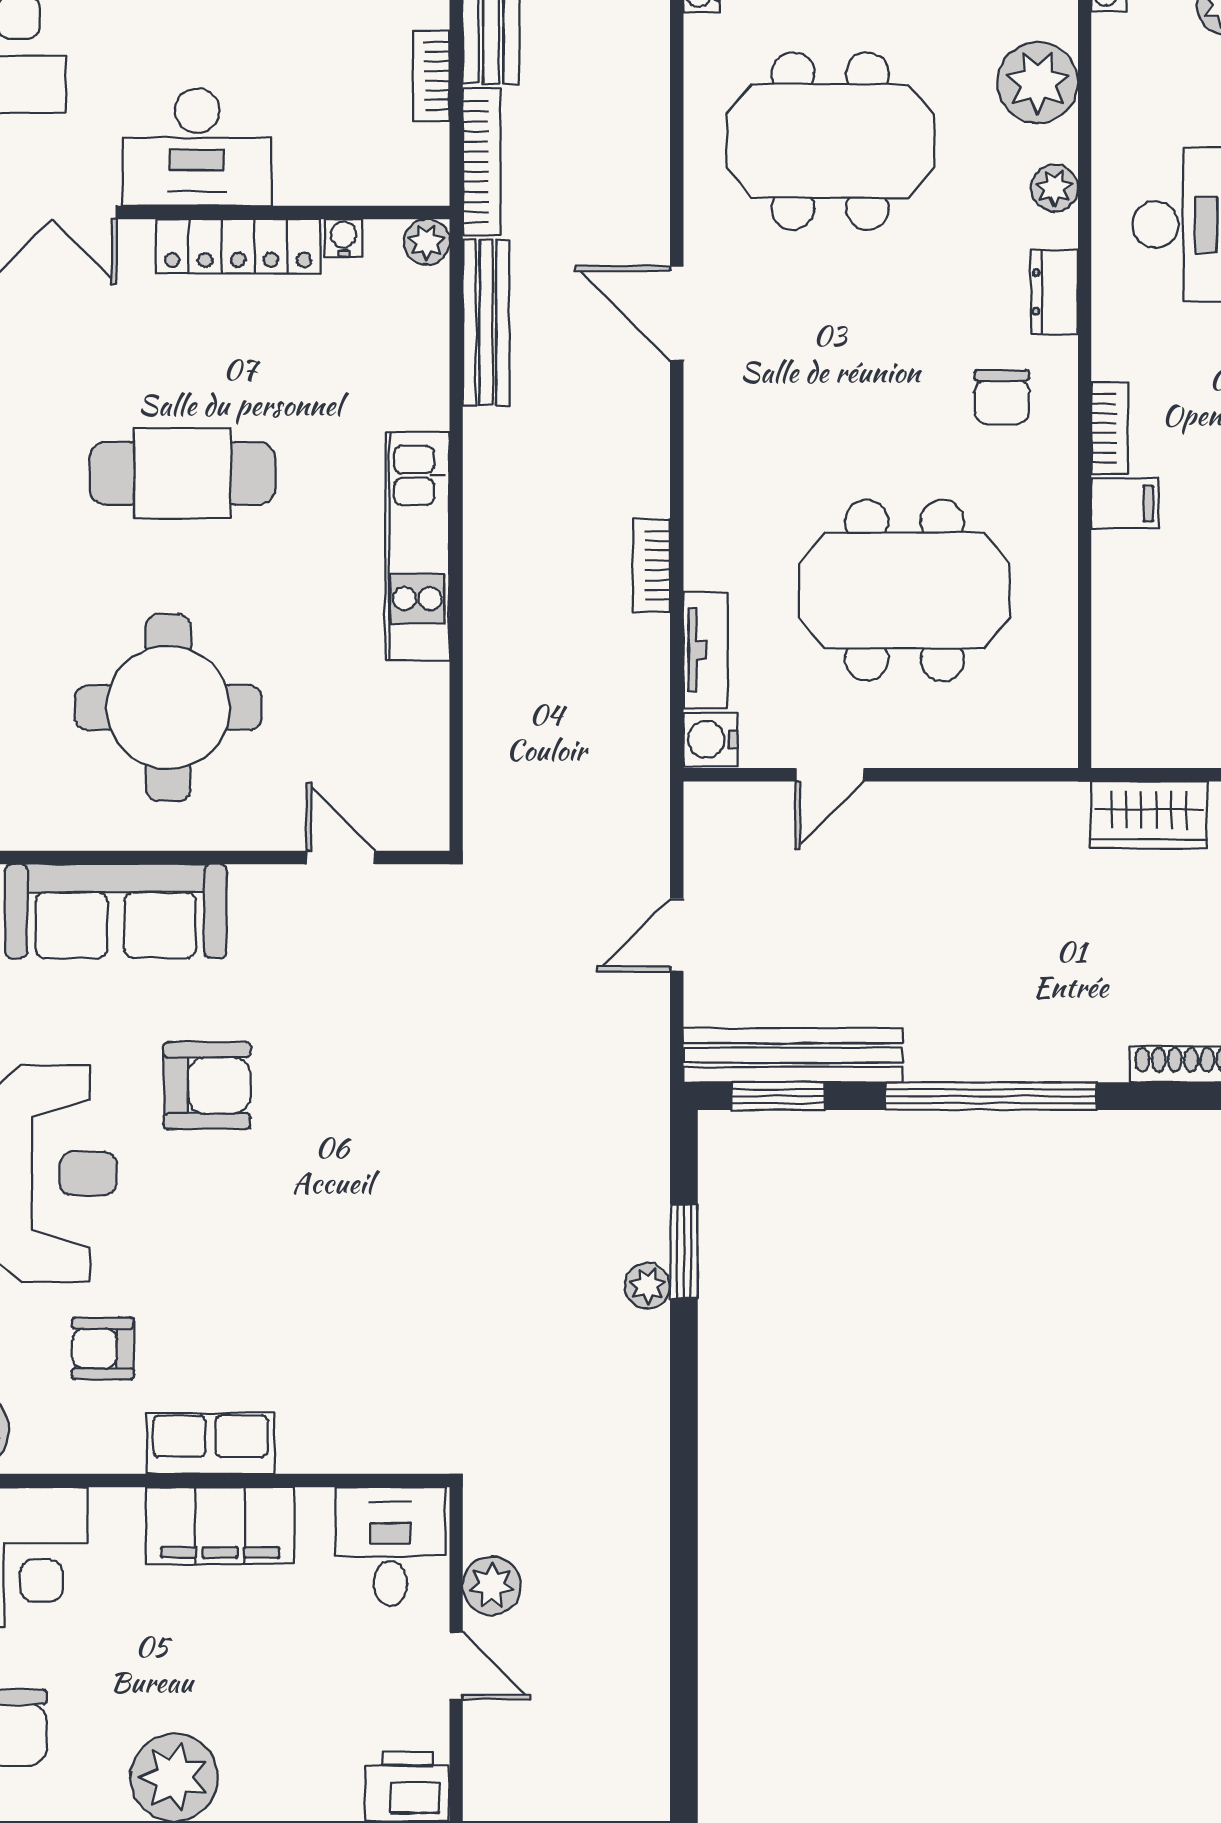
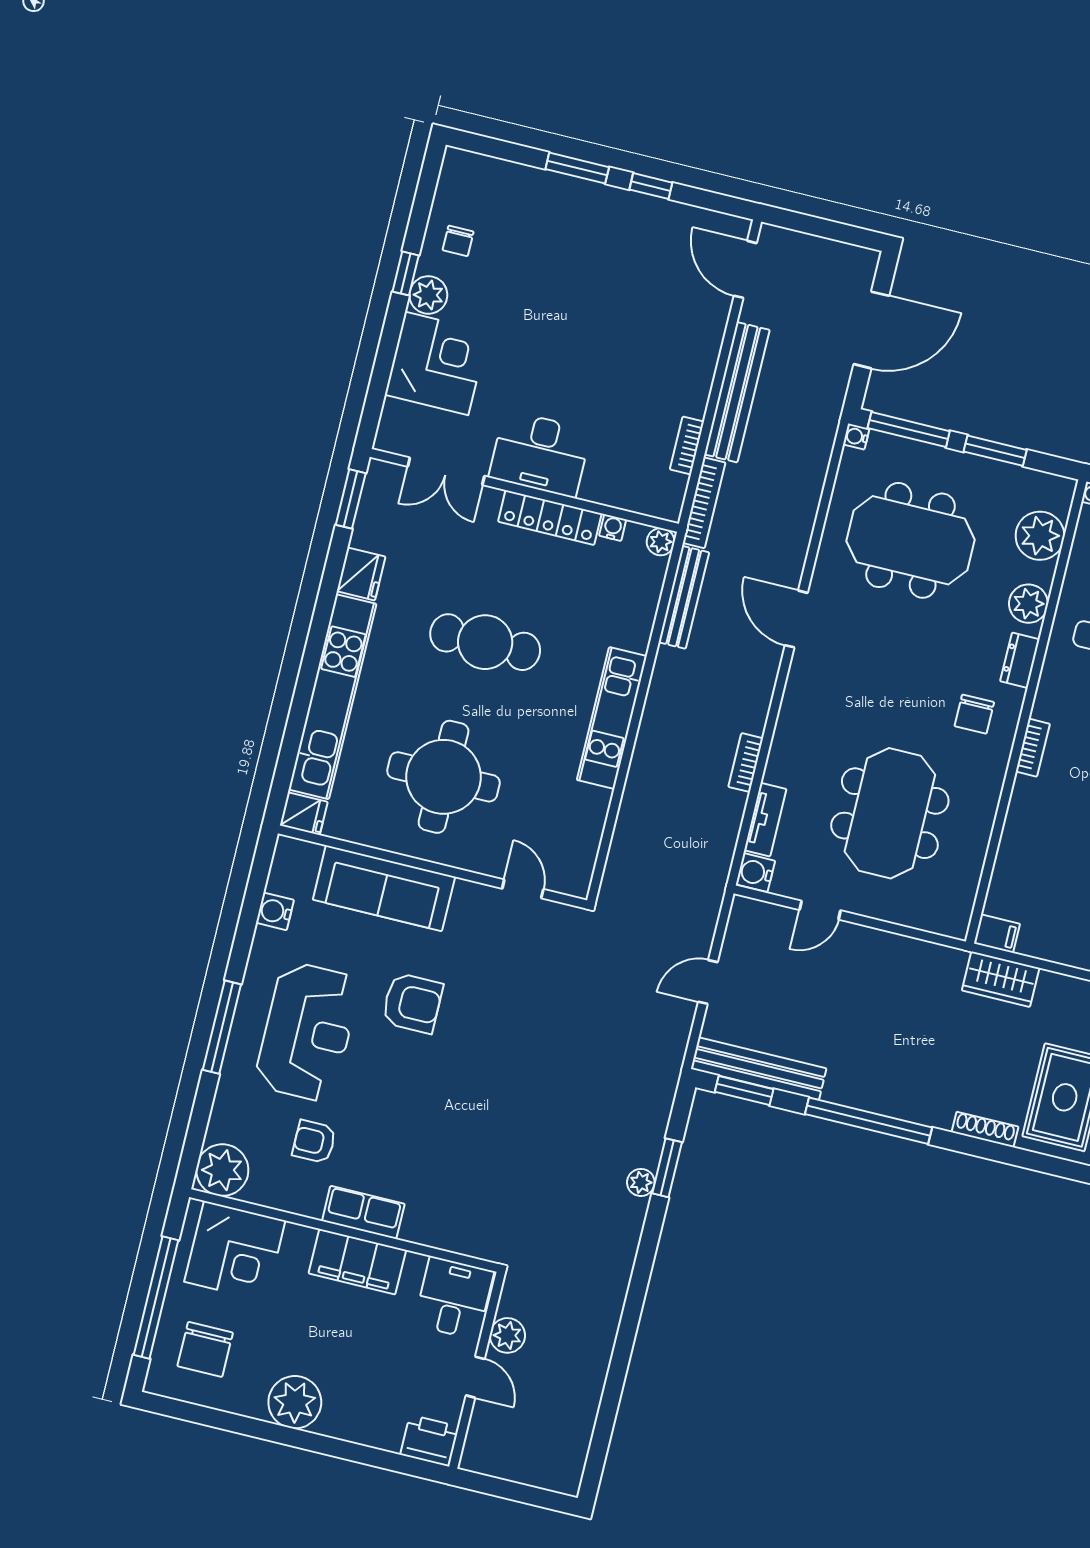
plant: (1055, 188) -> (1028, 604), width x1.38, depth x1.38
filing cabinet: (1125, 503) -> (997, 934), moved
meeting table: (904, 590) -> (890, 813), turned 90

